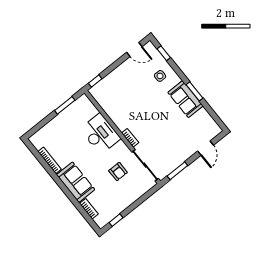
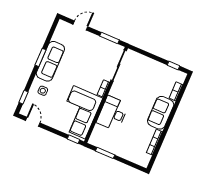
sofa: (185, 99) -> (50, 61), width x1.36
corner sofa: (119, 101) -> (79, 112), added
armchair: (118, 172) -> (135, 84), removed

